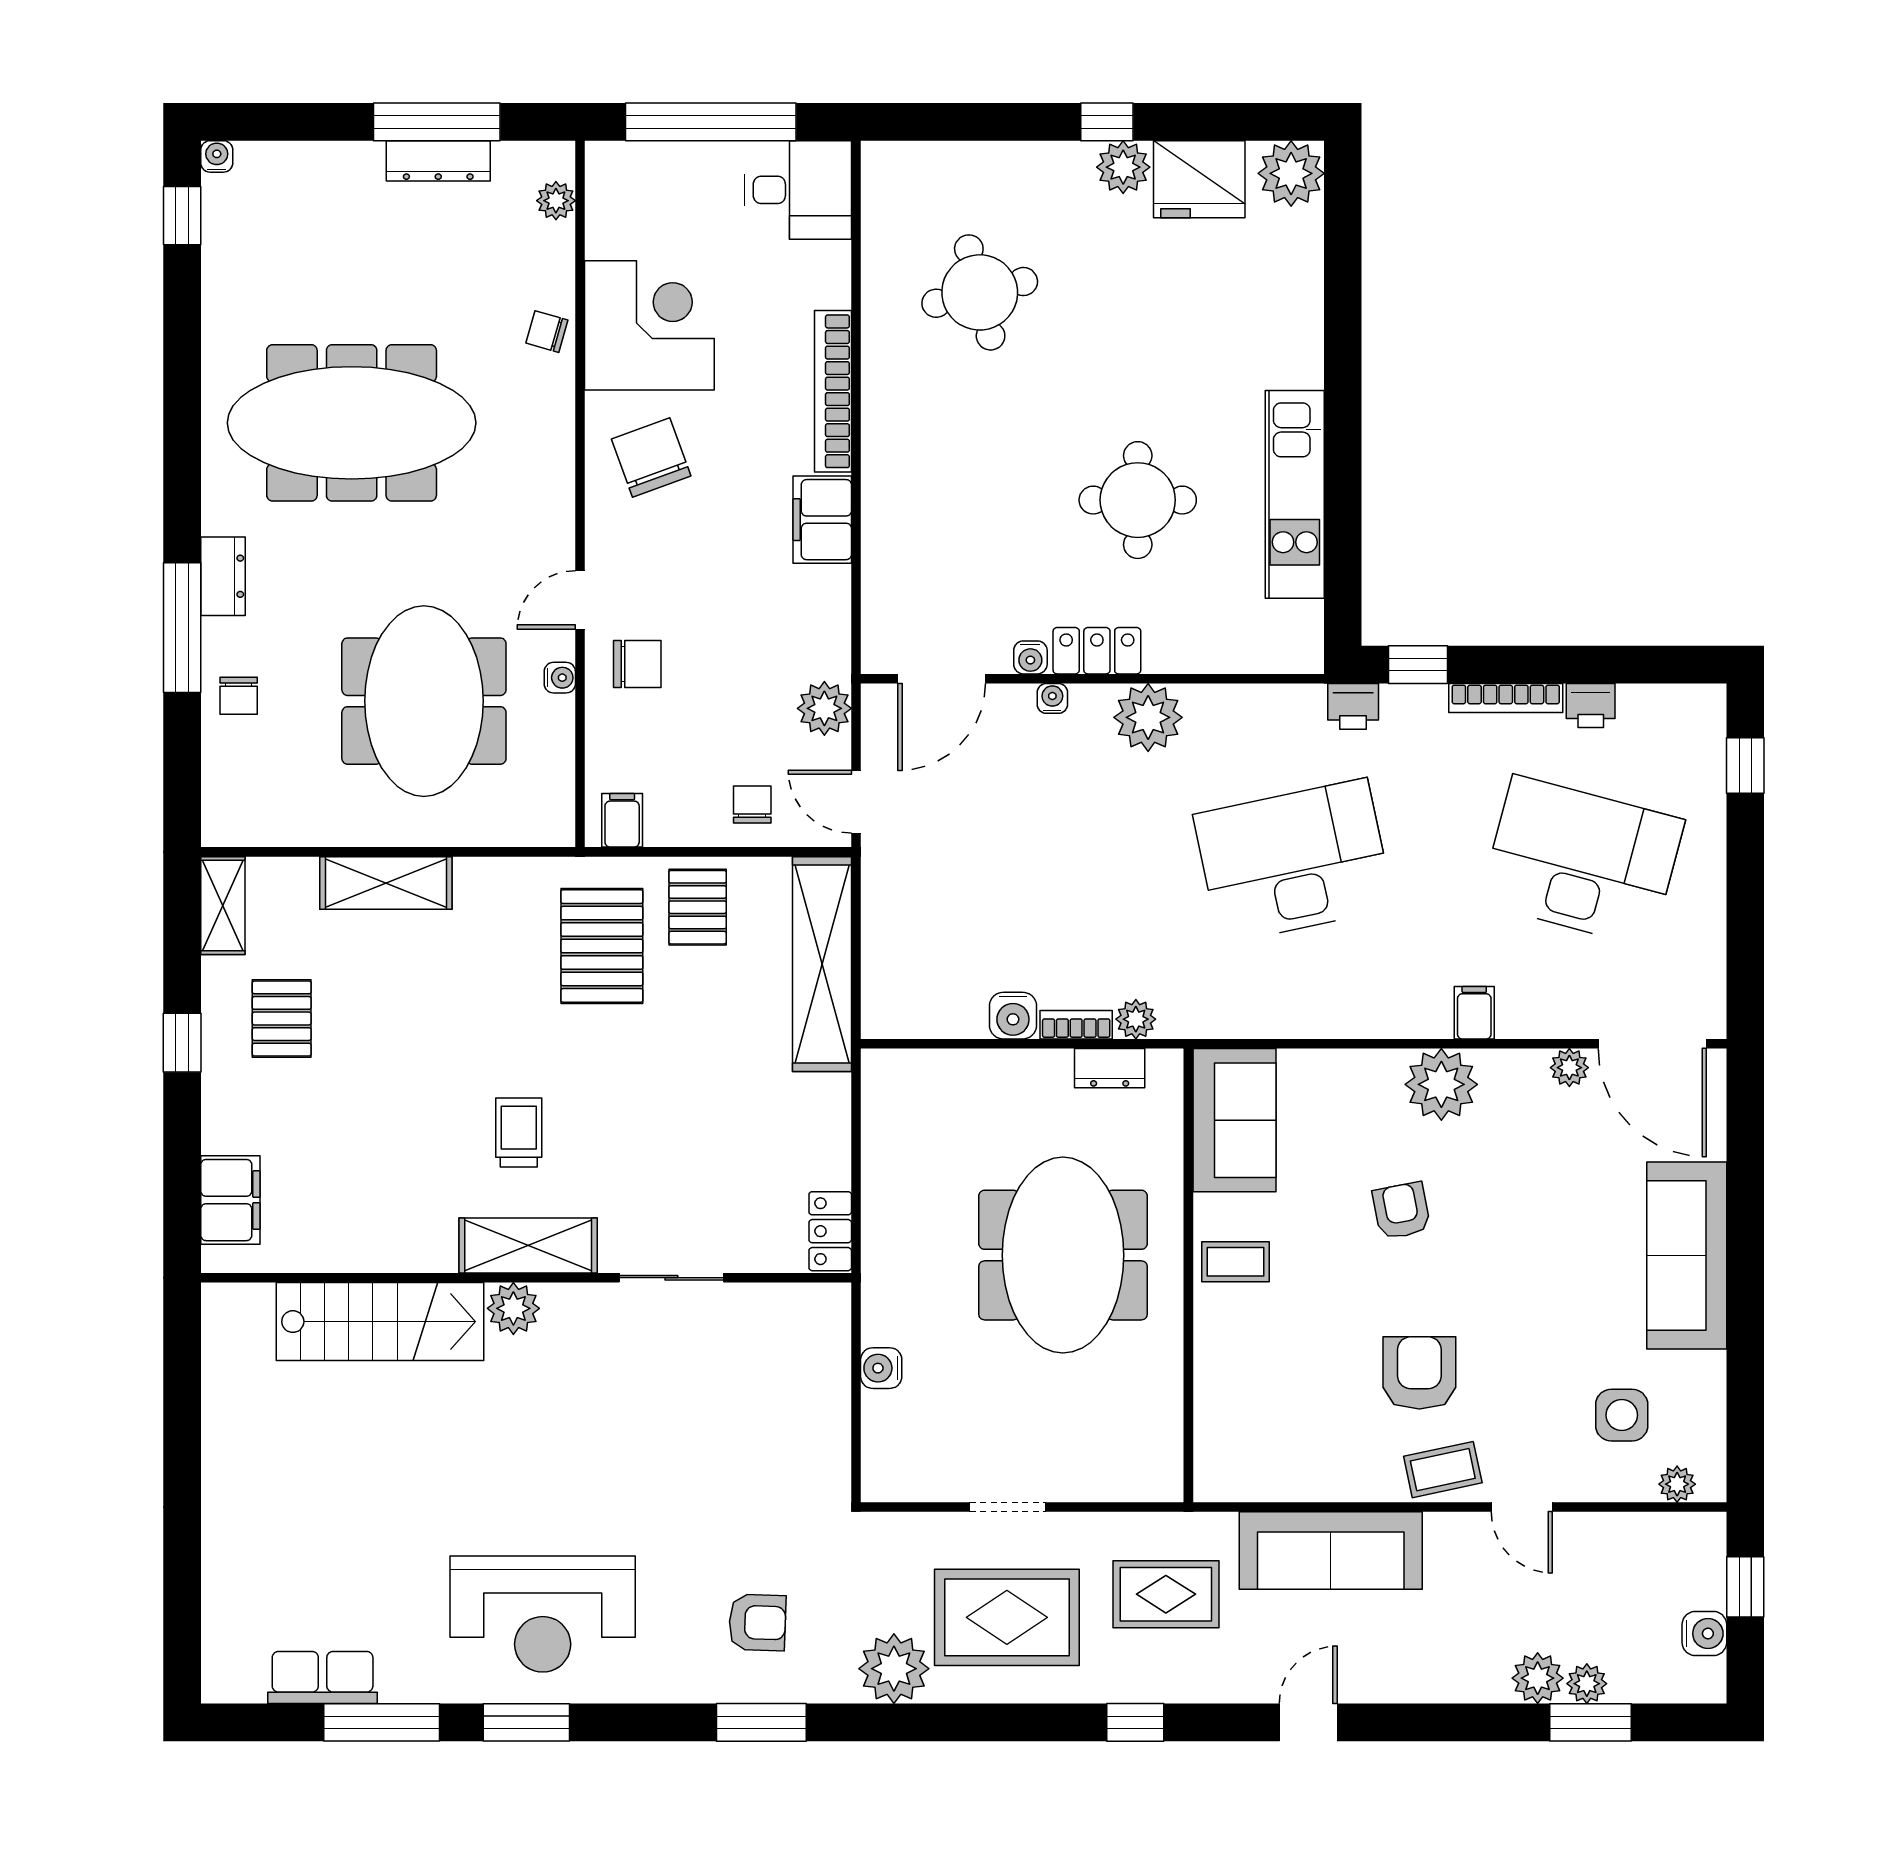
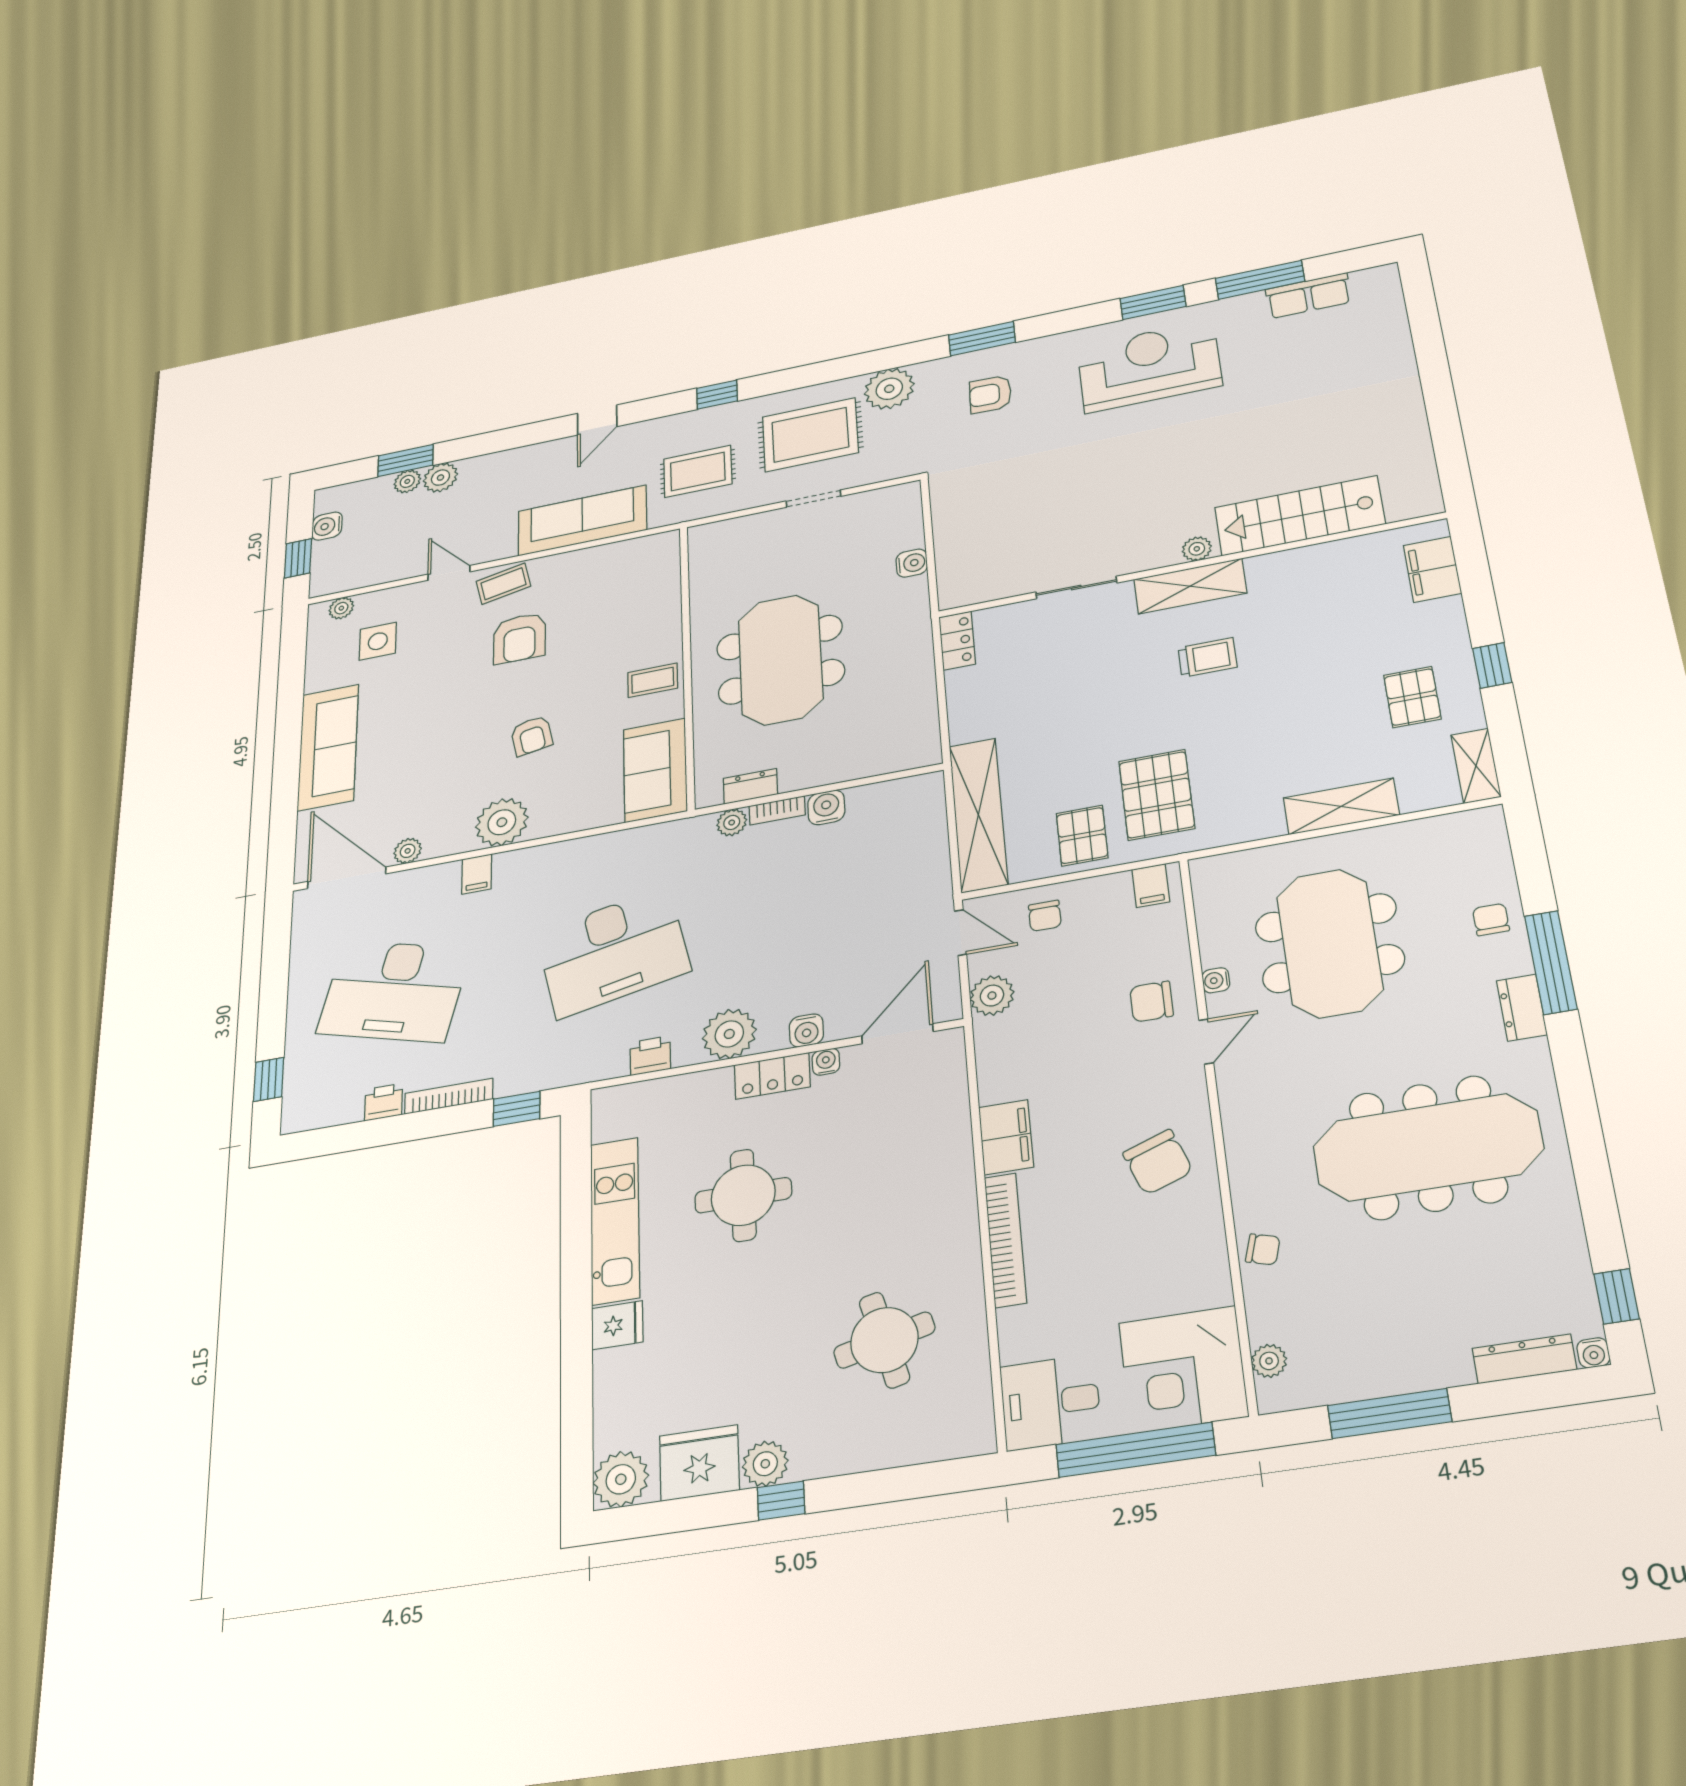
dresser: (438, 161) -> (1524, 1359), moved
corner desk: (649, 325) -> (1183, 1369), moved
fridge: (1293, 361) -> (617, 1325), added
water cooler: (1052, 698) -> (806, 1030), width x1.38, depth x1.38
printer: (1353, 706) -> (650, 1056), moved
trolley: (519, 1132) -> (1207, 657), turned -90
plant: (513, 1308) -> (1197, 549), width x0.73, depth x0.73

